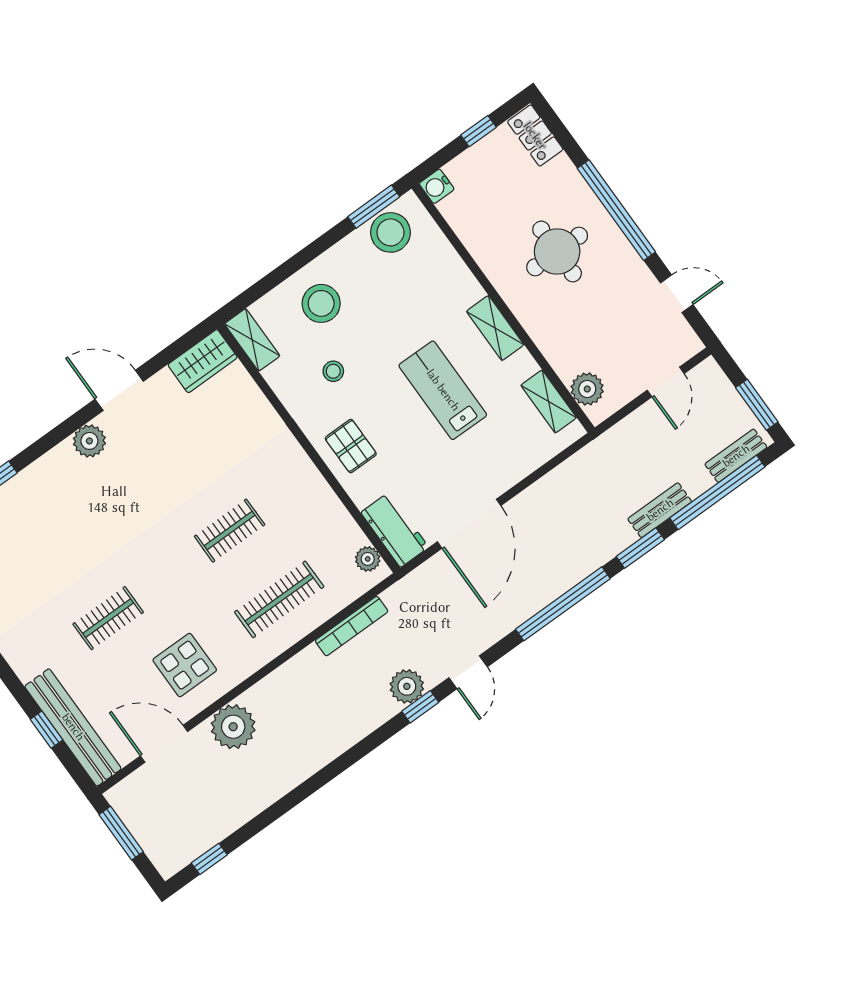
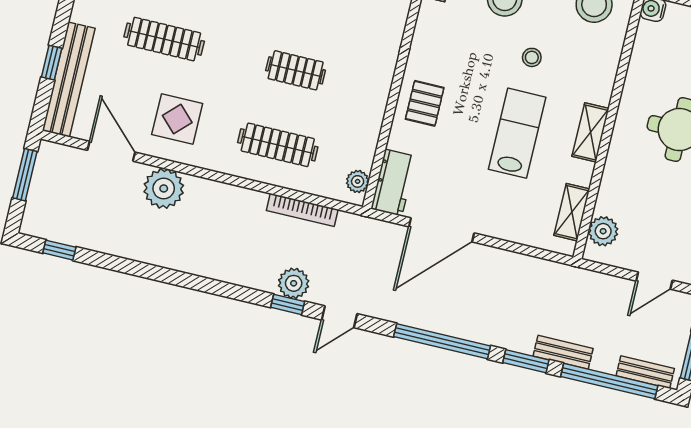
stool: (333, 371) -> (532, 57), moved
clothes rail: (108, 618) -> (164, 39), width x1.36

